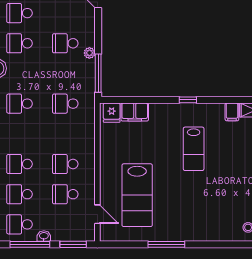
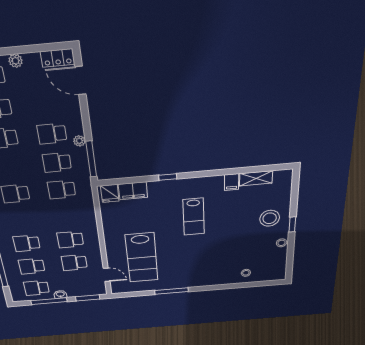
school desk: (65, 73) -> (57, 162), added
window: (188, 100) -> (168, 177), moved

